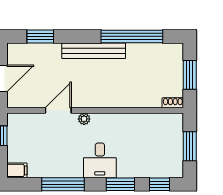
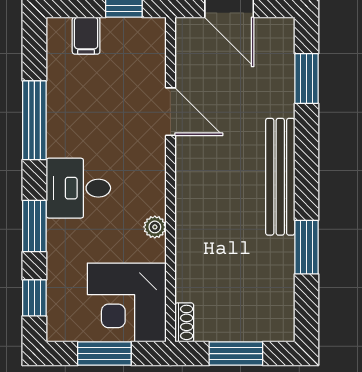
window: (132, 36) -> (306, 247), width x0.47
plant: (84, 119) -> (155, 227), moved
corner desk: (162, 134) -> (127, 302), added
filing cabinet: (17, 170) -> (86, 36), moved

